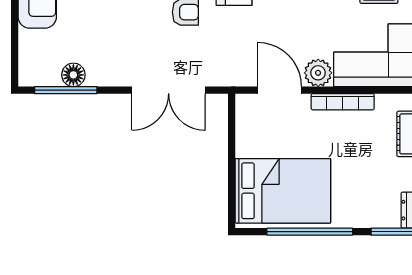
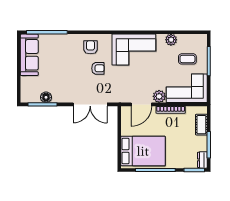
door: (279, 90) -> (141, 104), swing flipped

